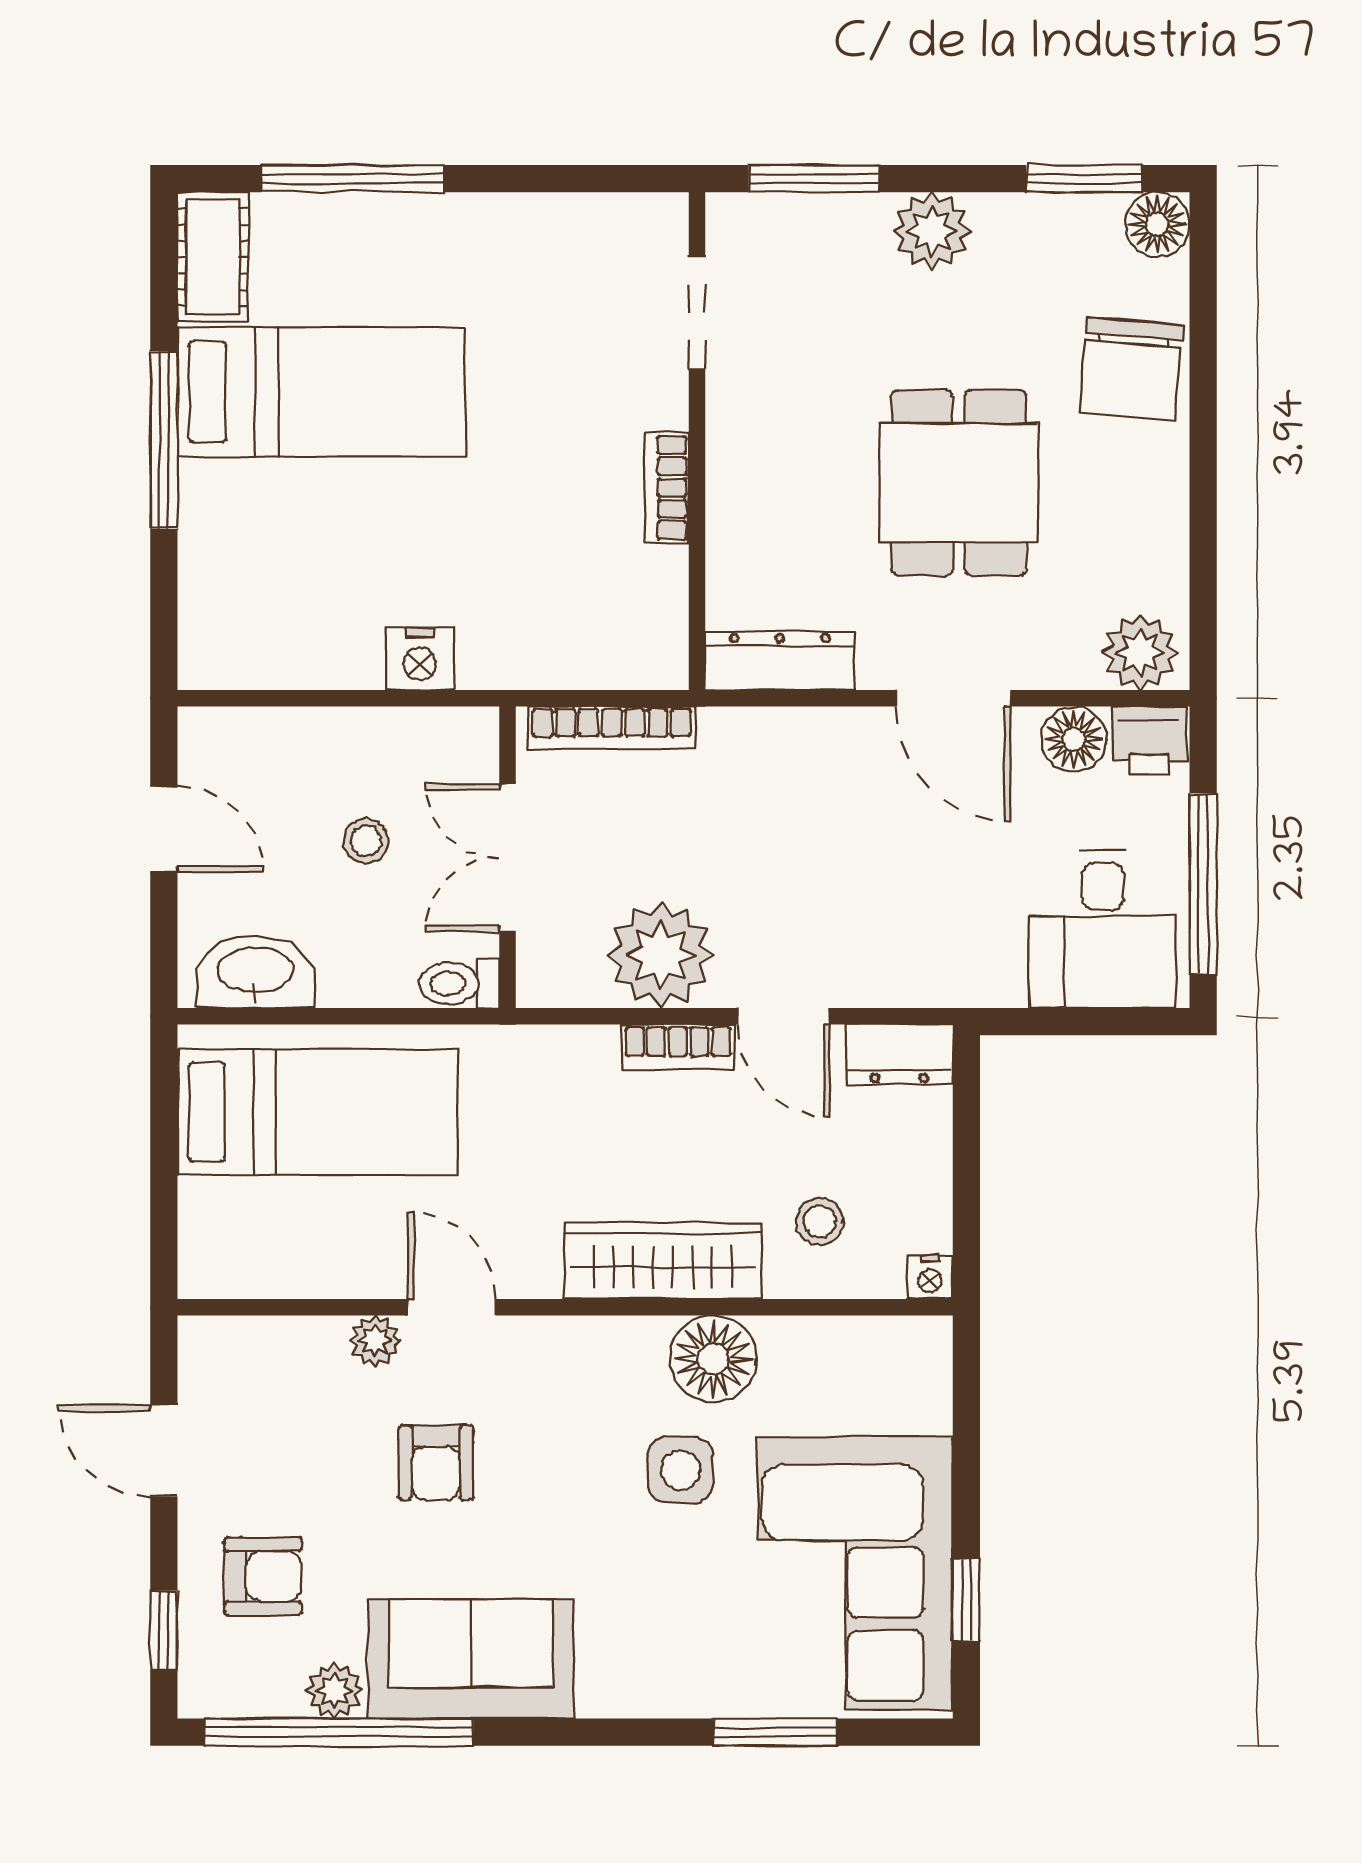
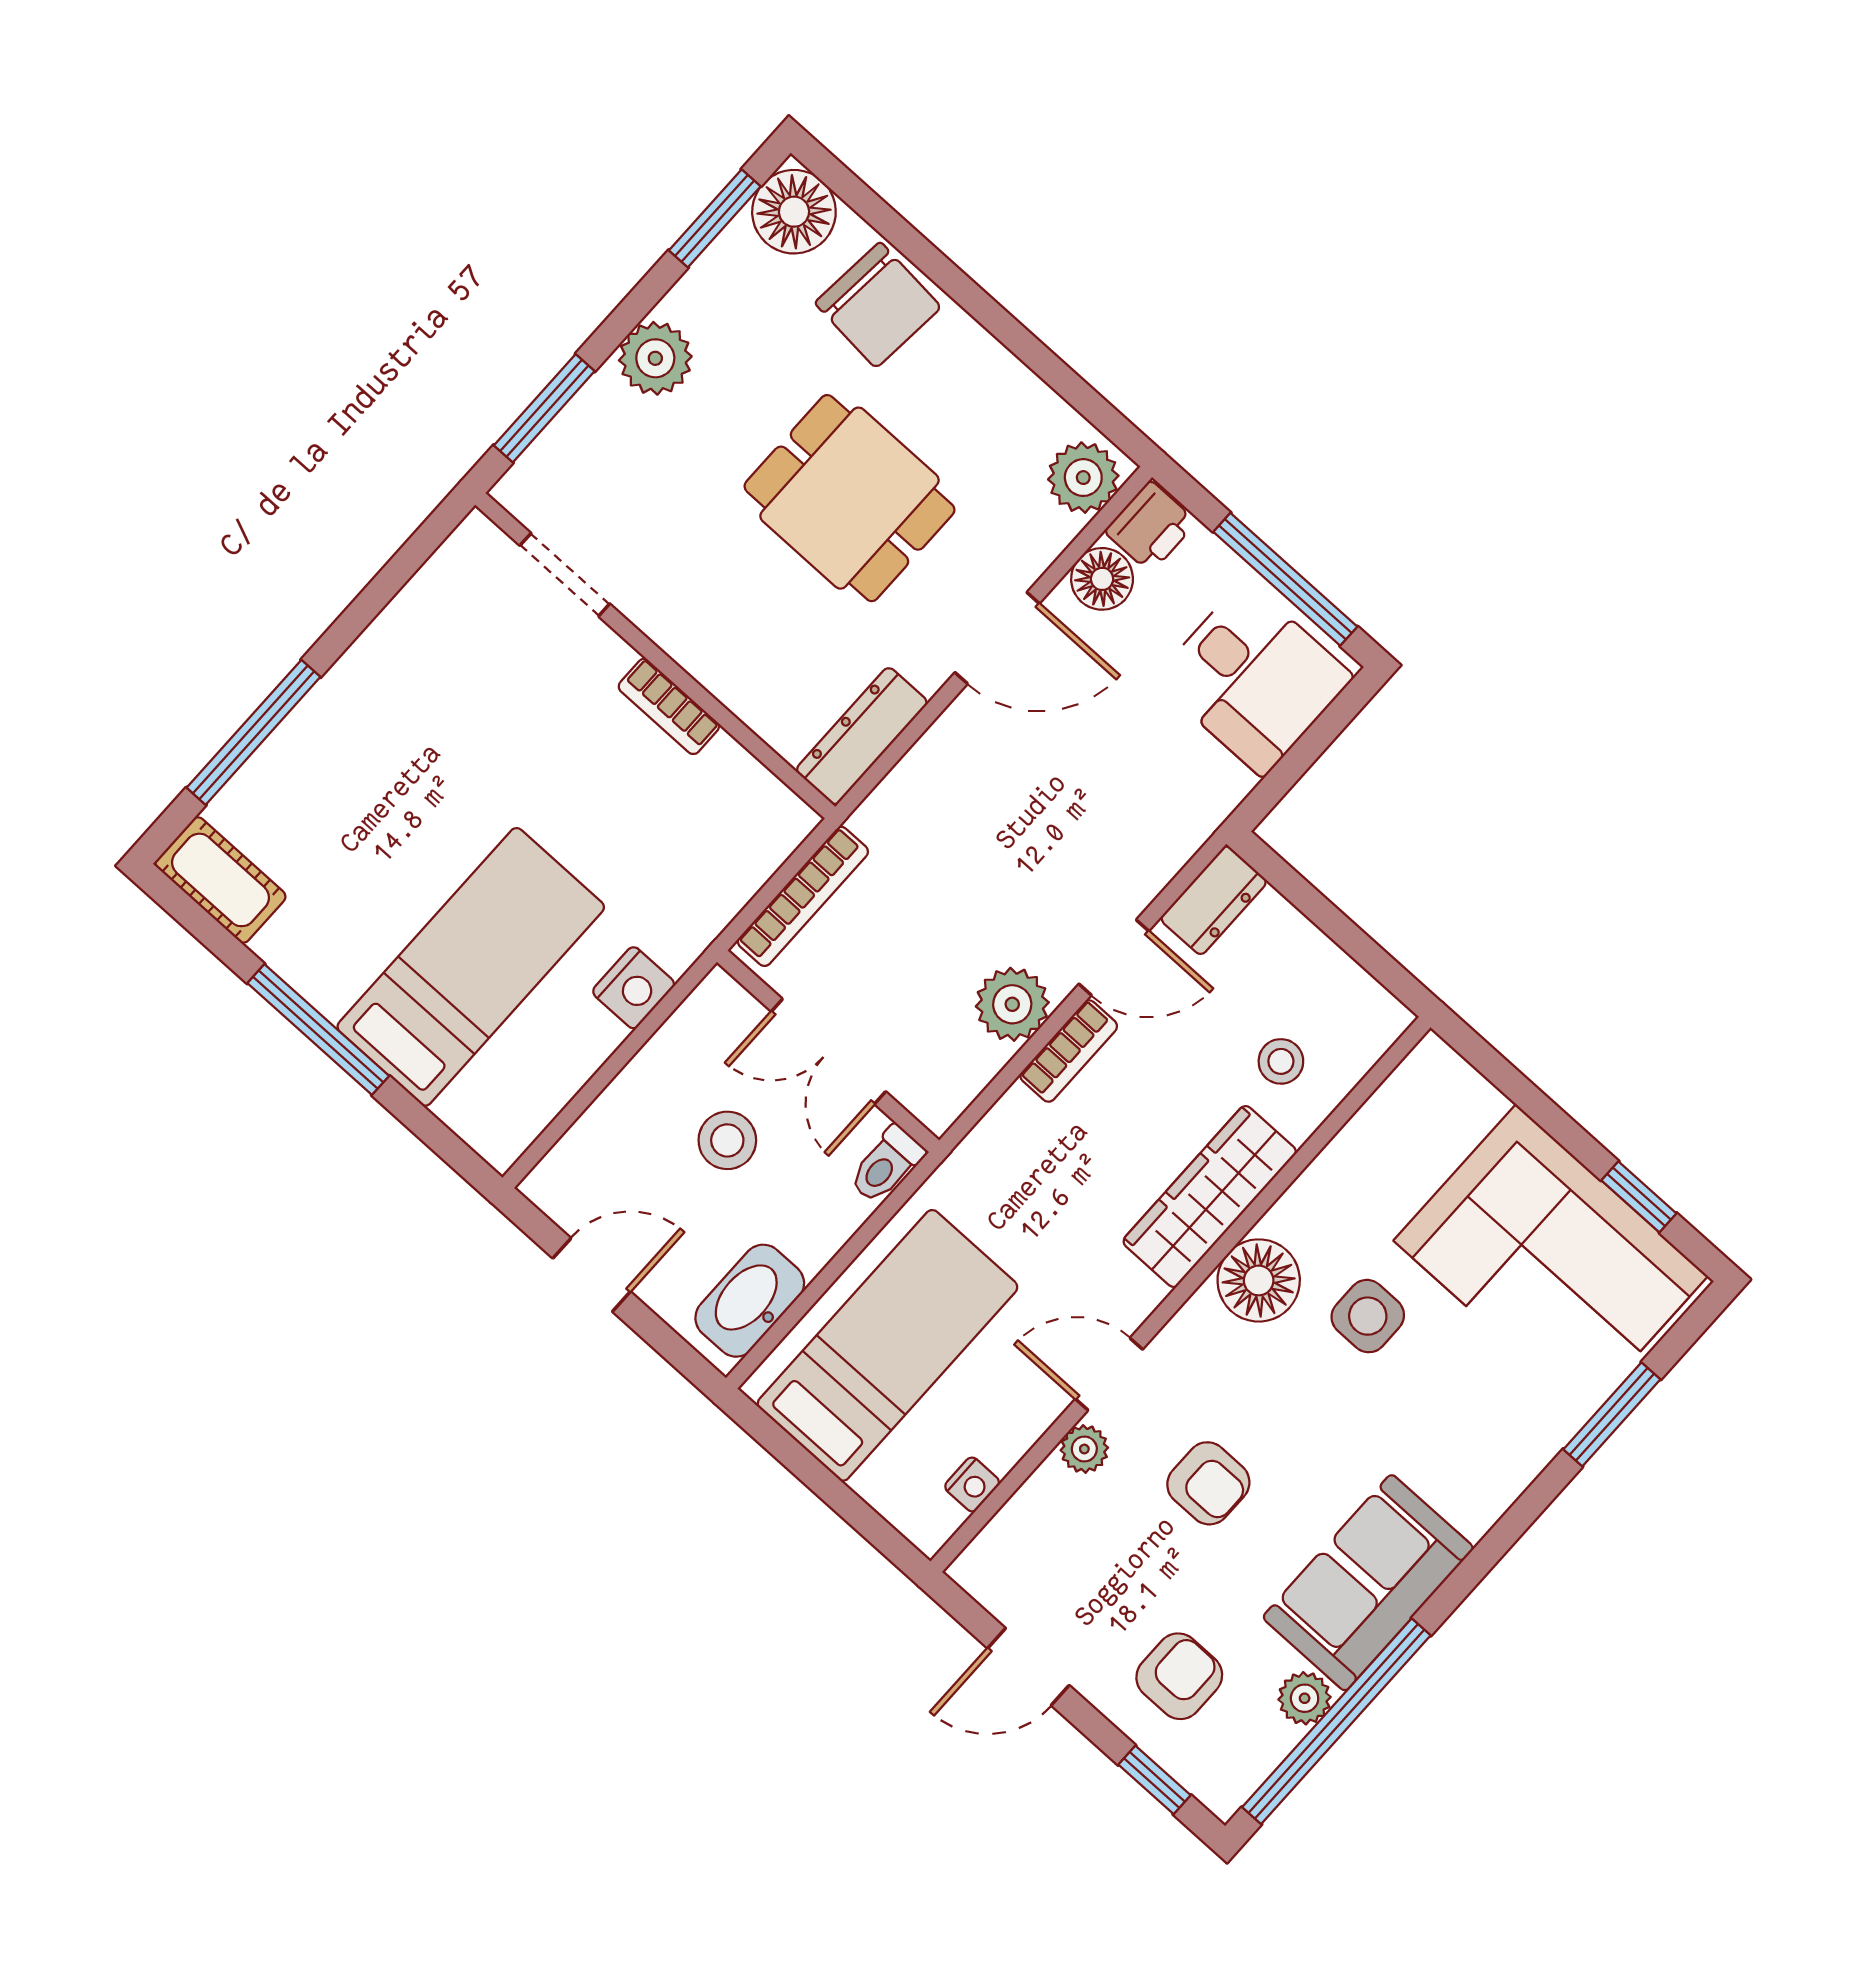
floor lamp: (1157, 224) -> (794, 212), width x1.38, depth x1.38
bed: (321, 392) -> (471, 967), moved
stool: (366, 841) -> (727, 1140), width x1.37, depth x1.37
plant: (661, 955) -> (1012, 1004), width x0.73, depth x0.73
nightstand: (930, 1277) -> (972, 1484), moved
floor lamp: (713, 1359) -> (1259, 1280), moved

